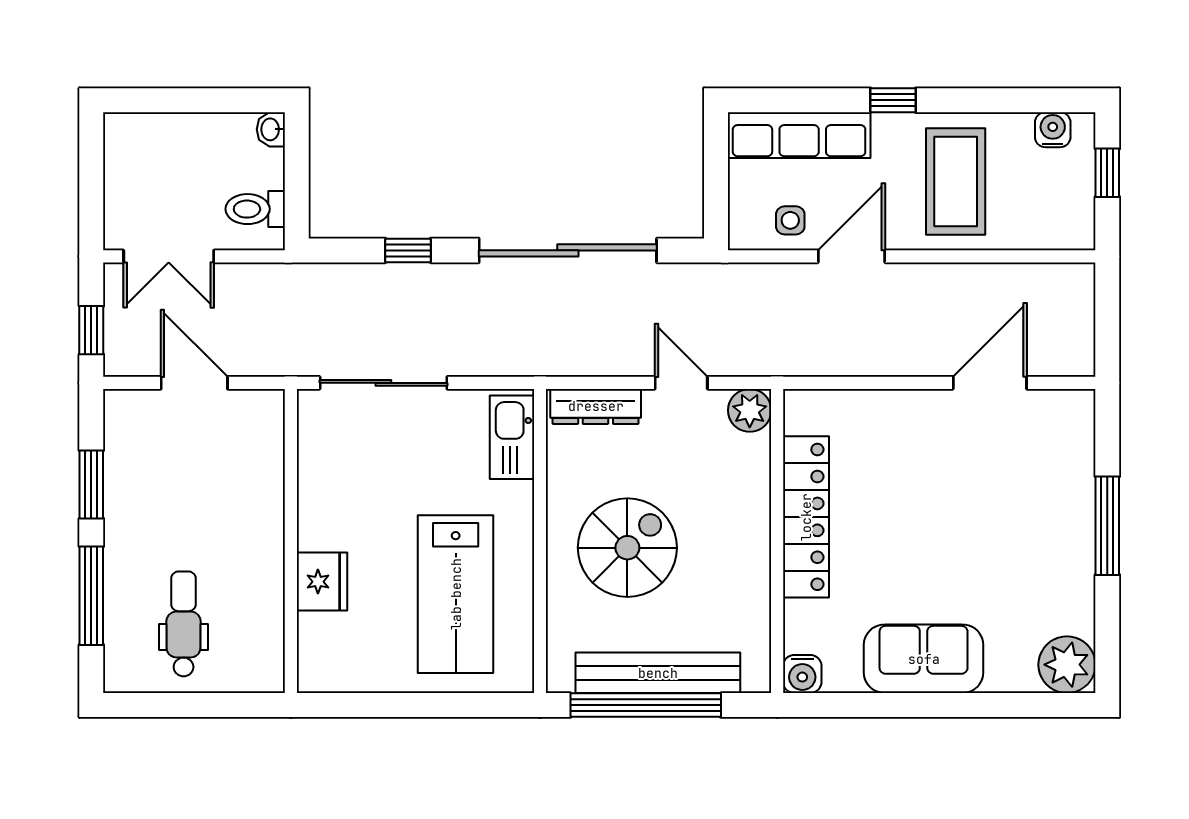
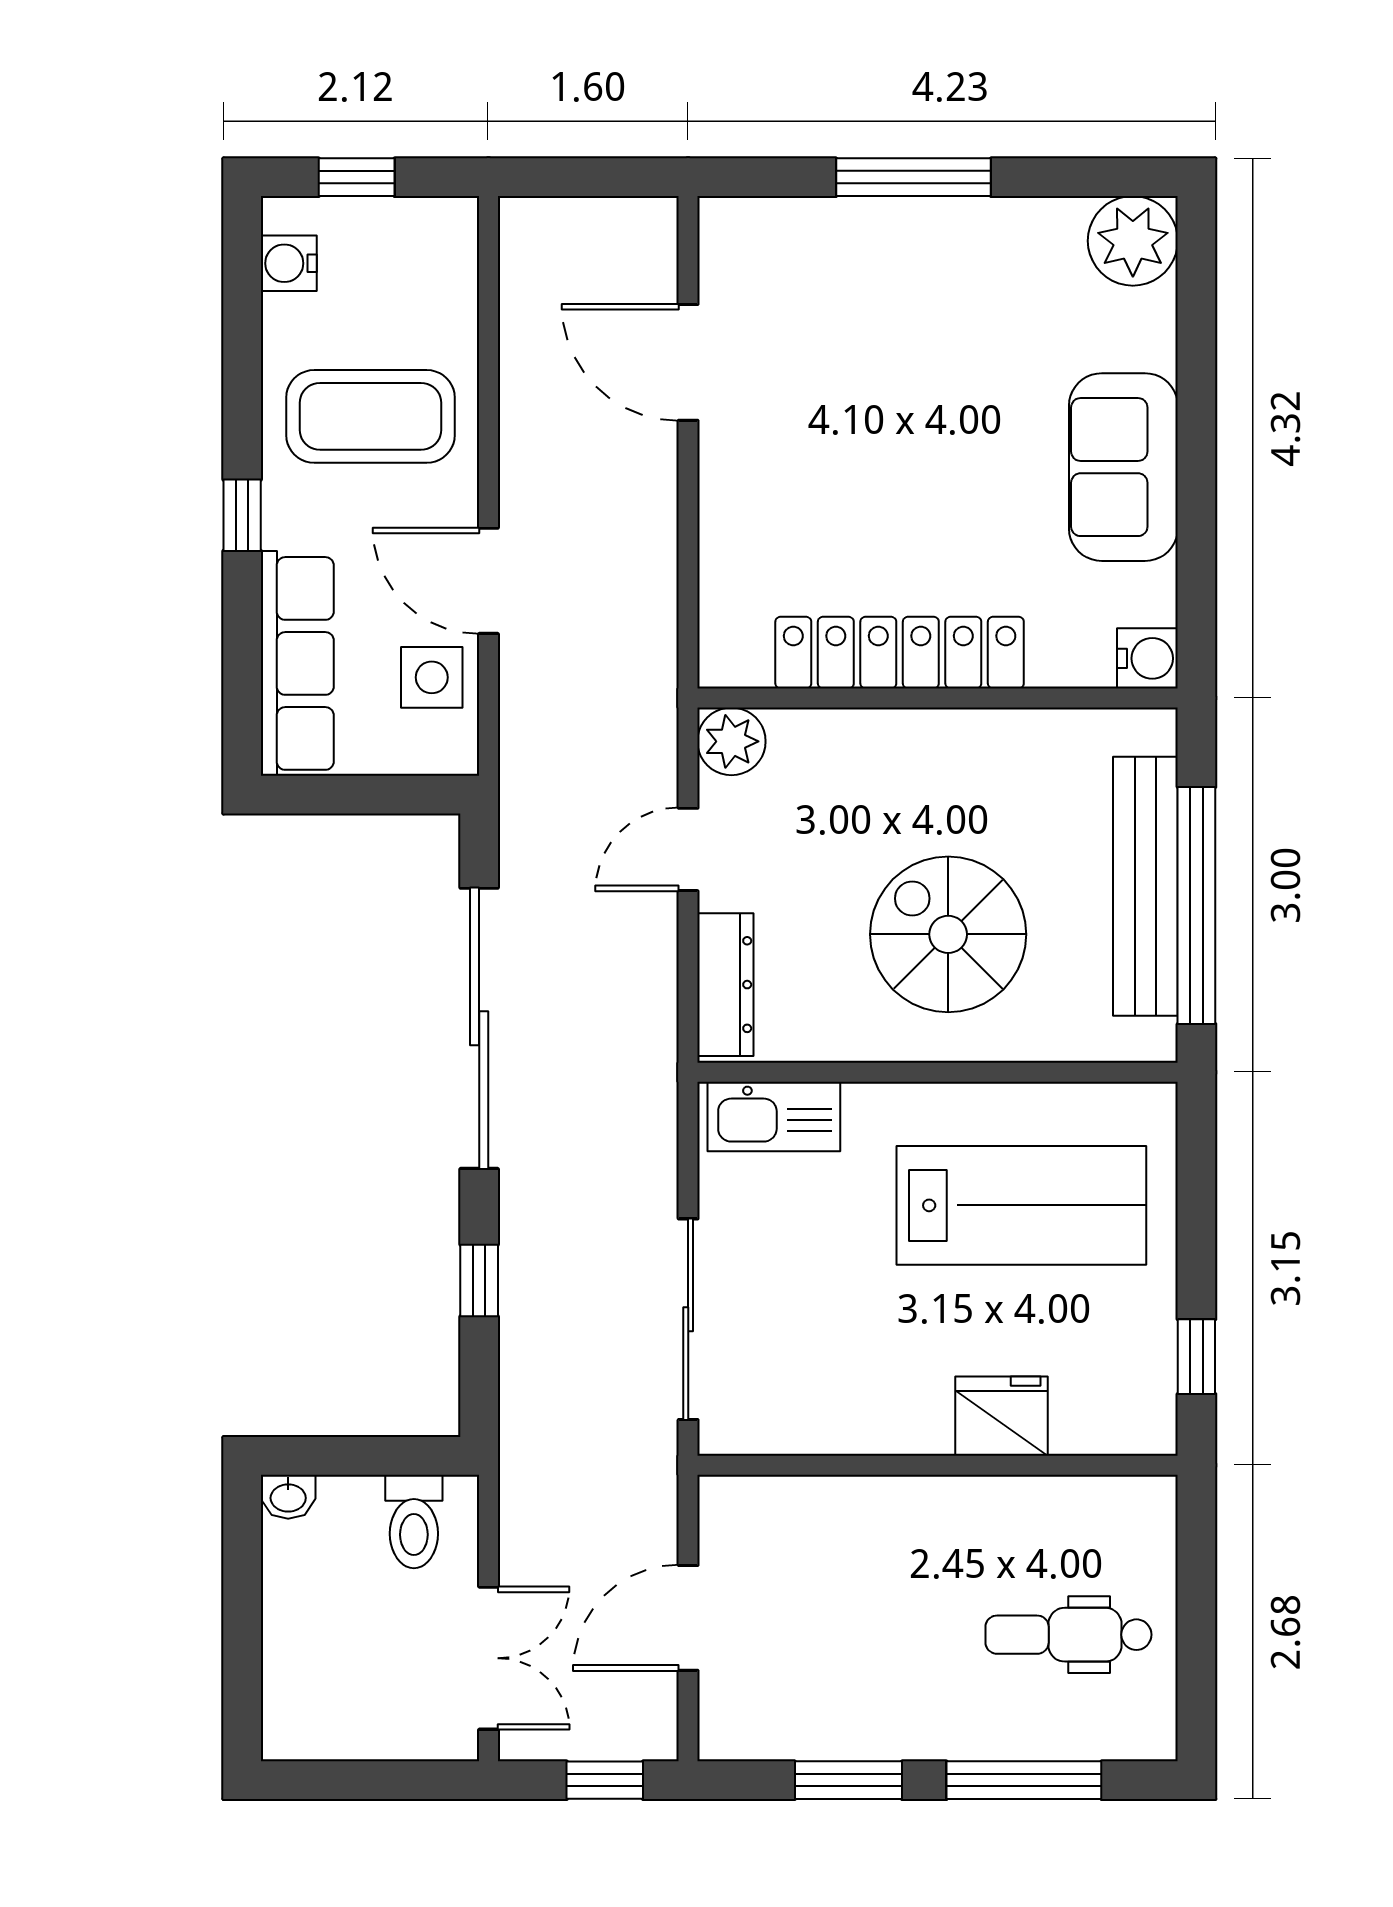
side table: (790, 220) -> (432, 677), width x1.37, depth x1.37
window: (360, 705) -> (1196, 1357), added

